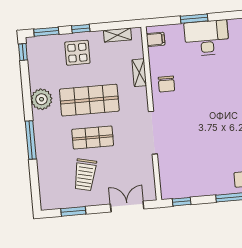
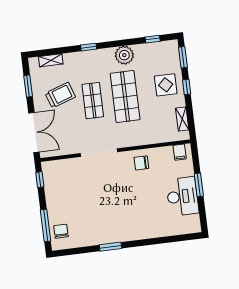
window: (23, 52) -> (153, 39), moved
shelving: (139, 73) -> (51, 60), moved
window: (31, 140) -> (89, 47), width x0.46
trolley: (85, 175) -> (60, 95), turned 148
double door: (127, 207) -> (34, 133), width x1.37

